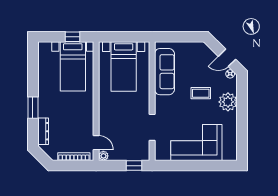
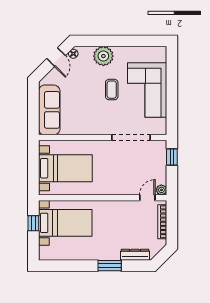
sofa: (164, 72) -> (49, 110), moved, turned 90
coffee table: (201, 93) -> (112, 90), moved
doorway: (152, 127) -> (131, 138), width x1.36

